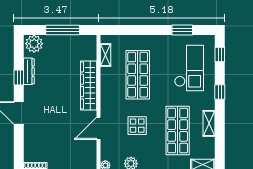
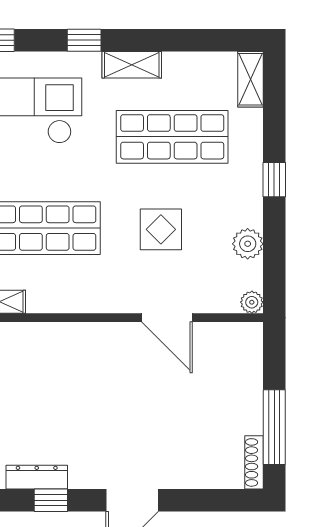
wardrobe: (89, 85) -> (69, 340), removed
shelving: (209, 123) -> (132, 65), moved

